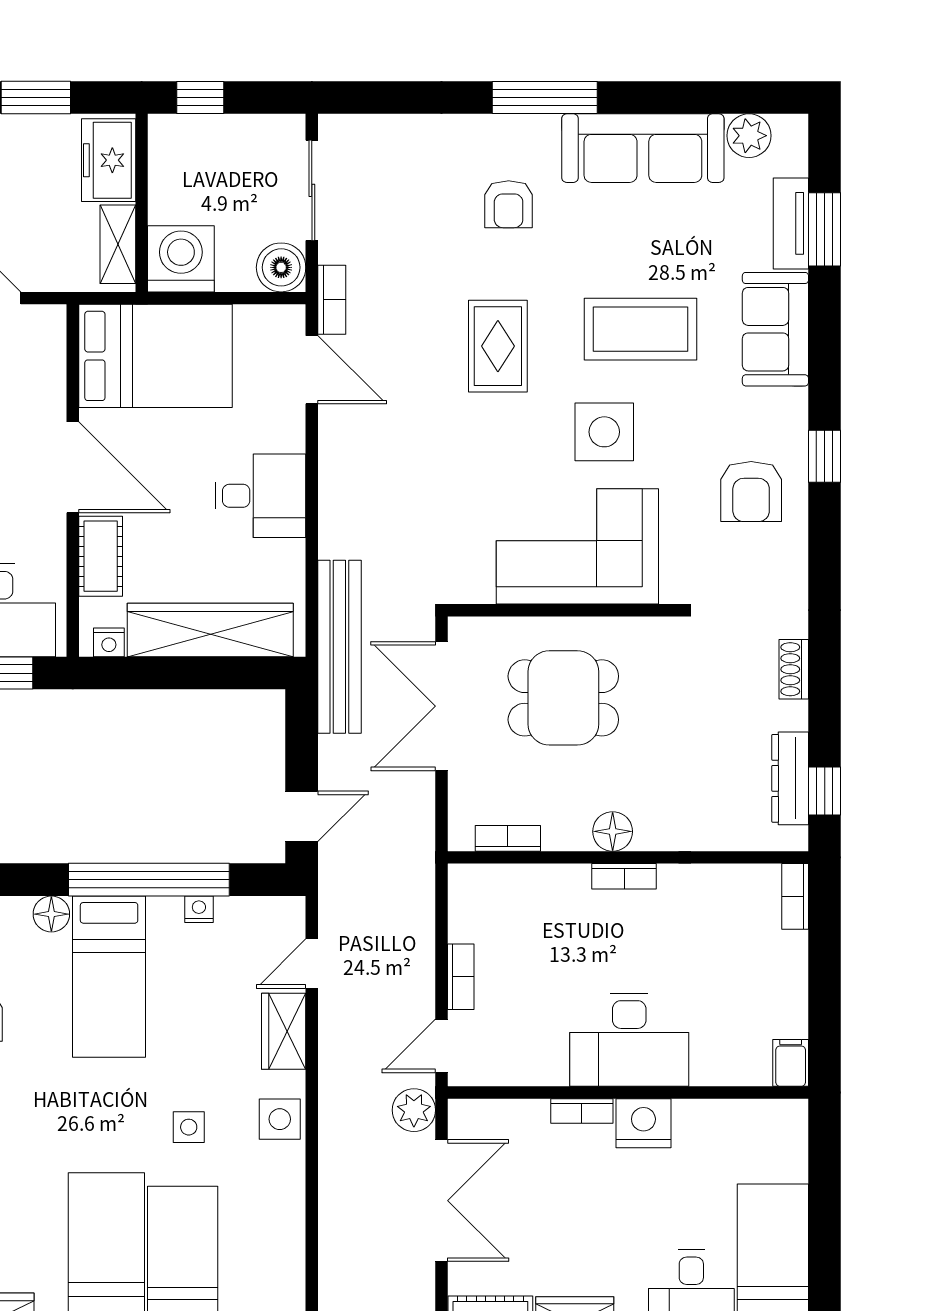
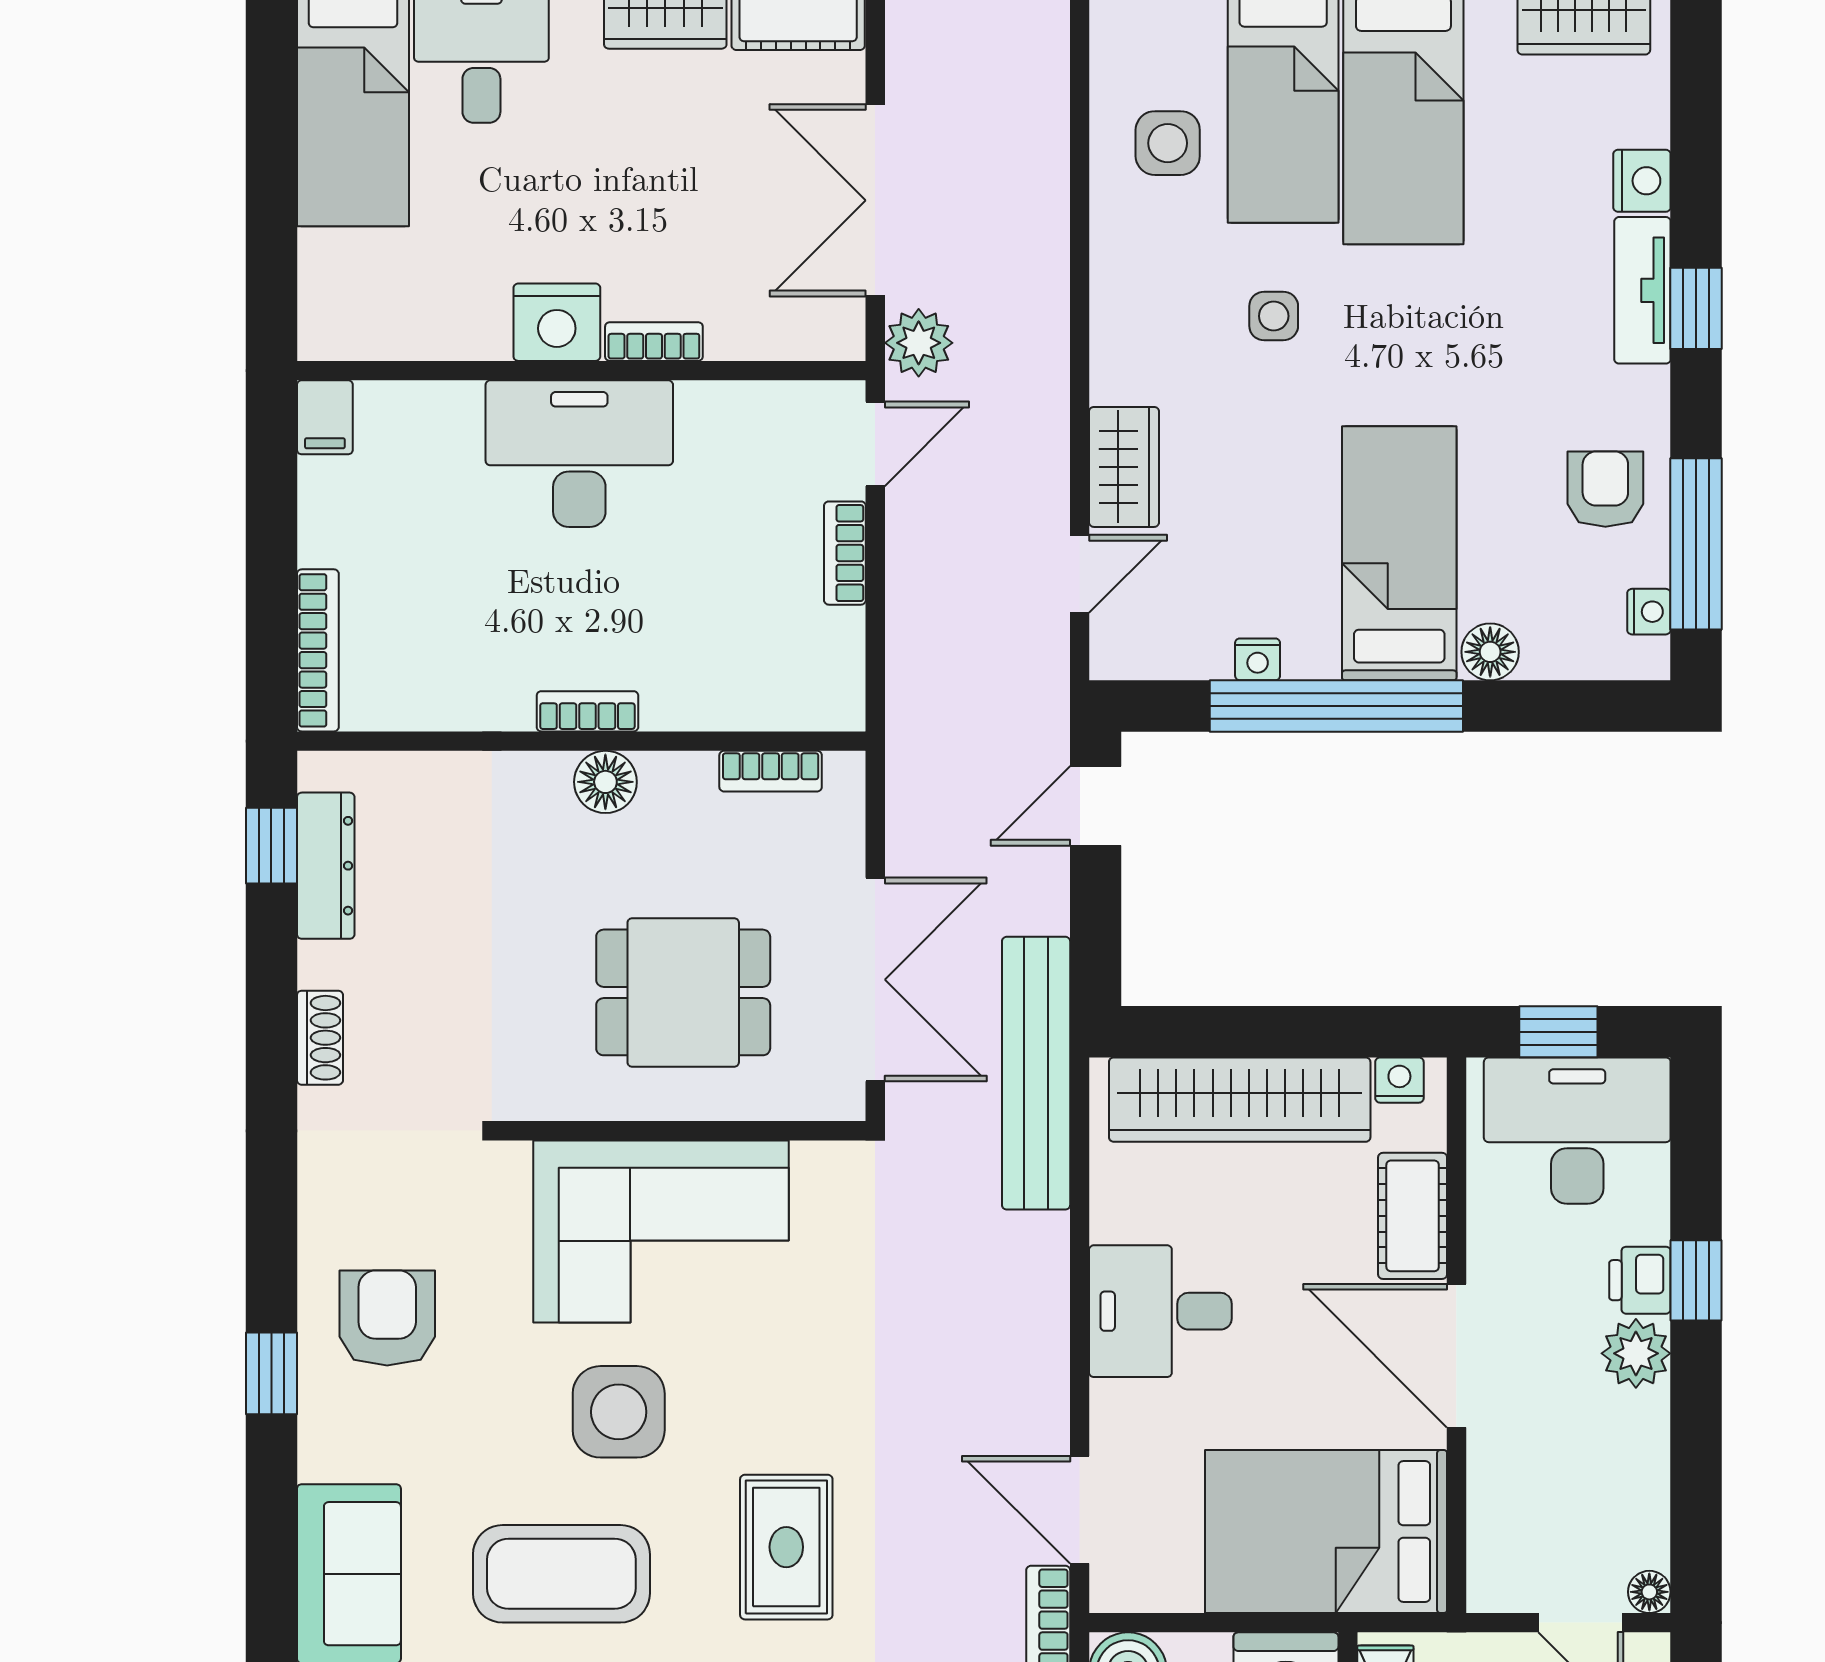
bookcase: (795, 896) -> (318, 650), width x1.56
side table: (280, 1119) -> (1168, 143), moved

